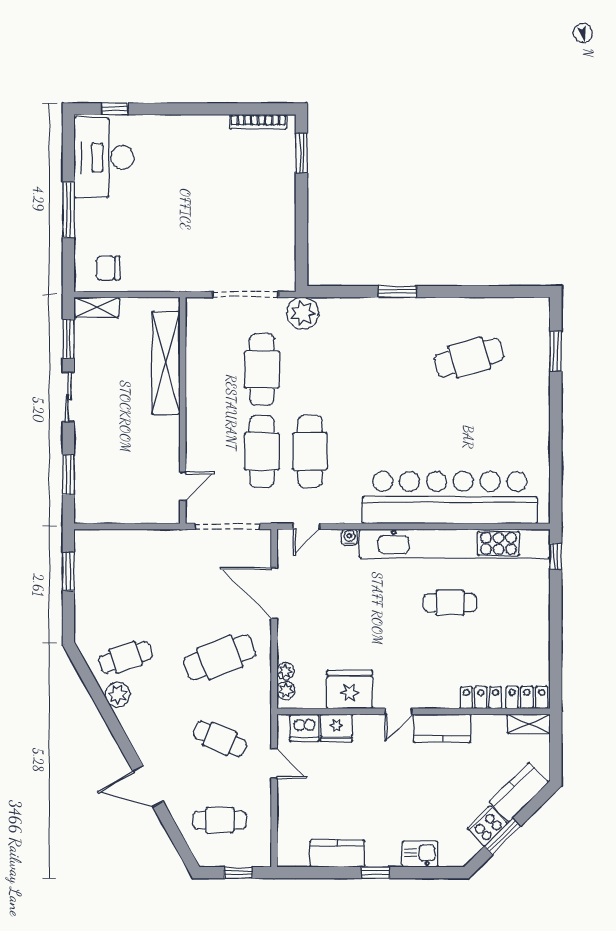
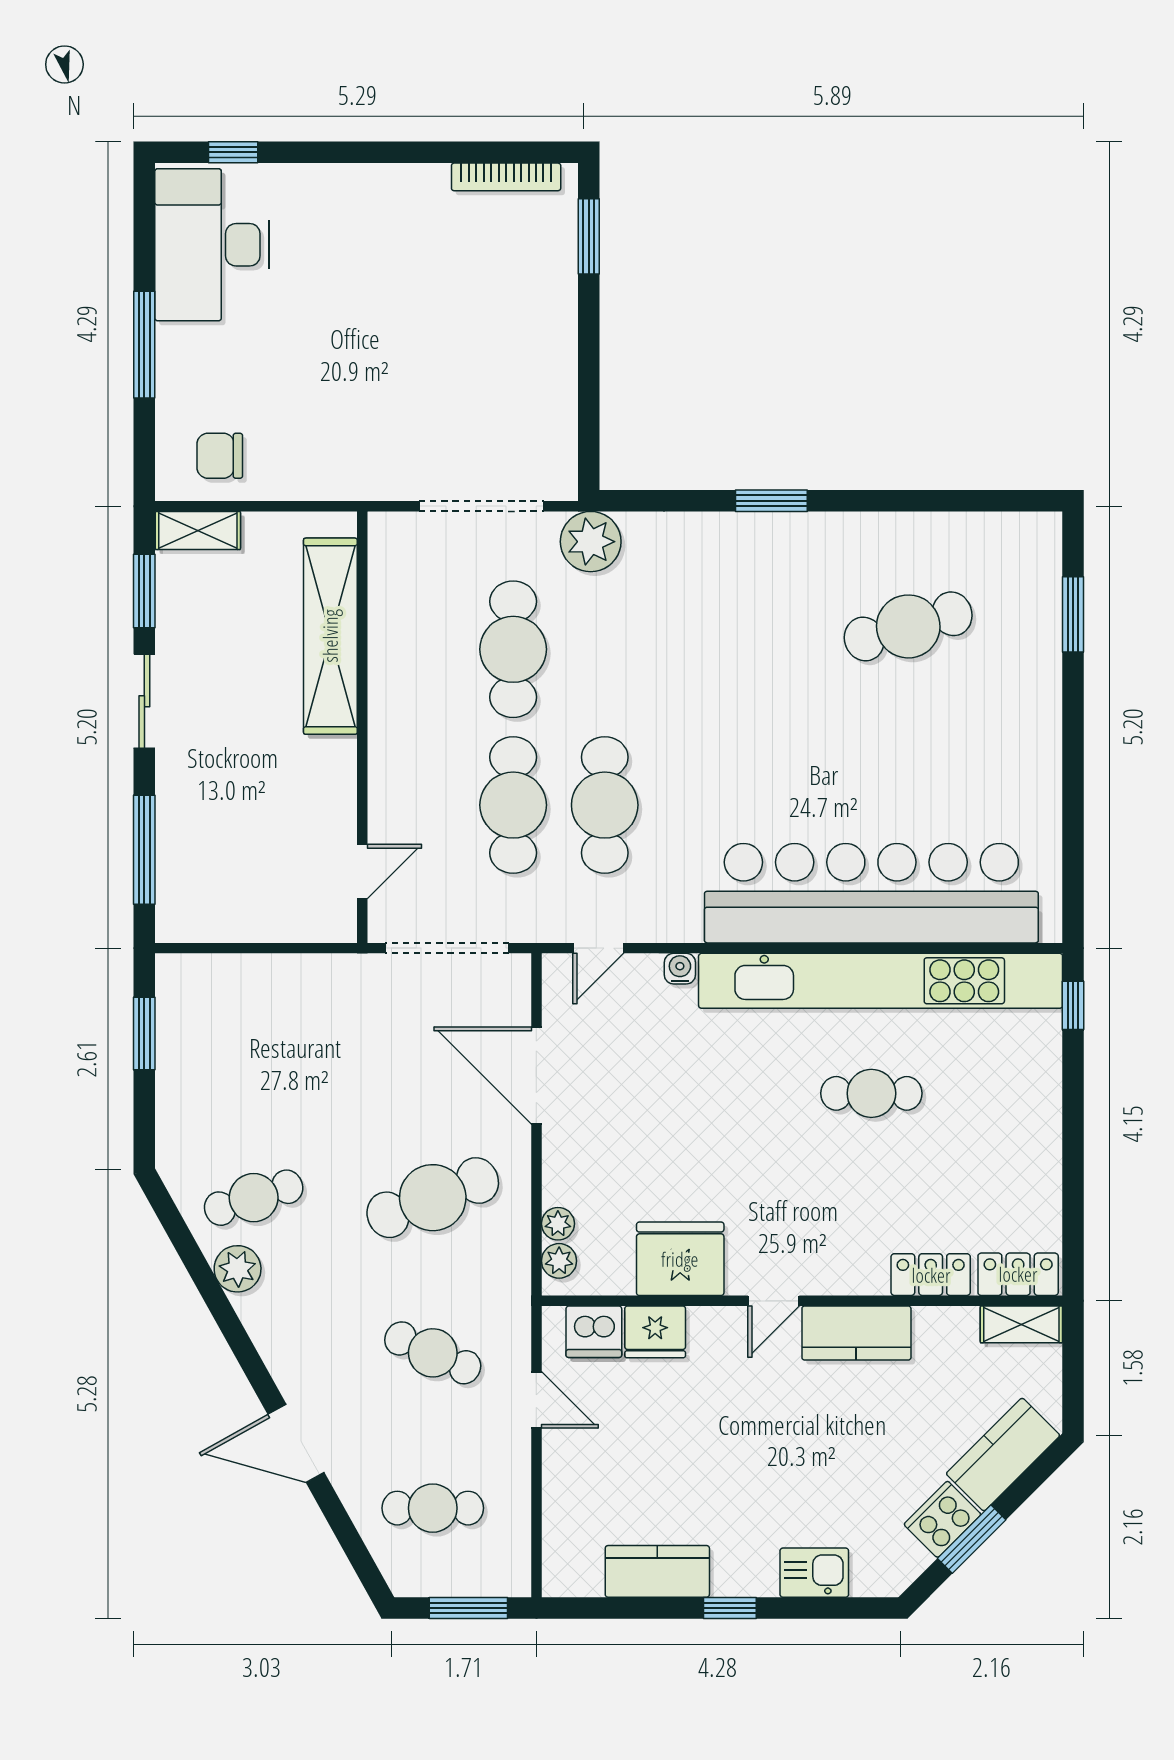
window: (68, 475) -> (144, 850), width x1.44
window: (238, 873) -> (468, 1608), width x1.50

